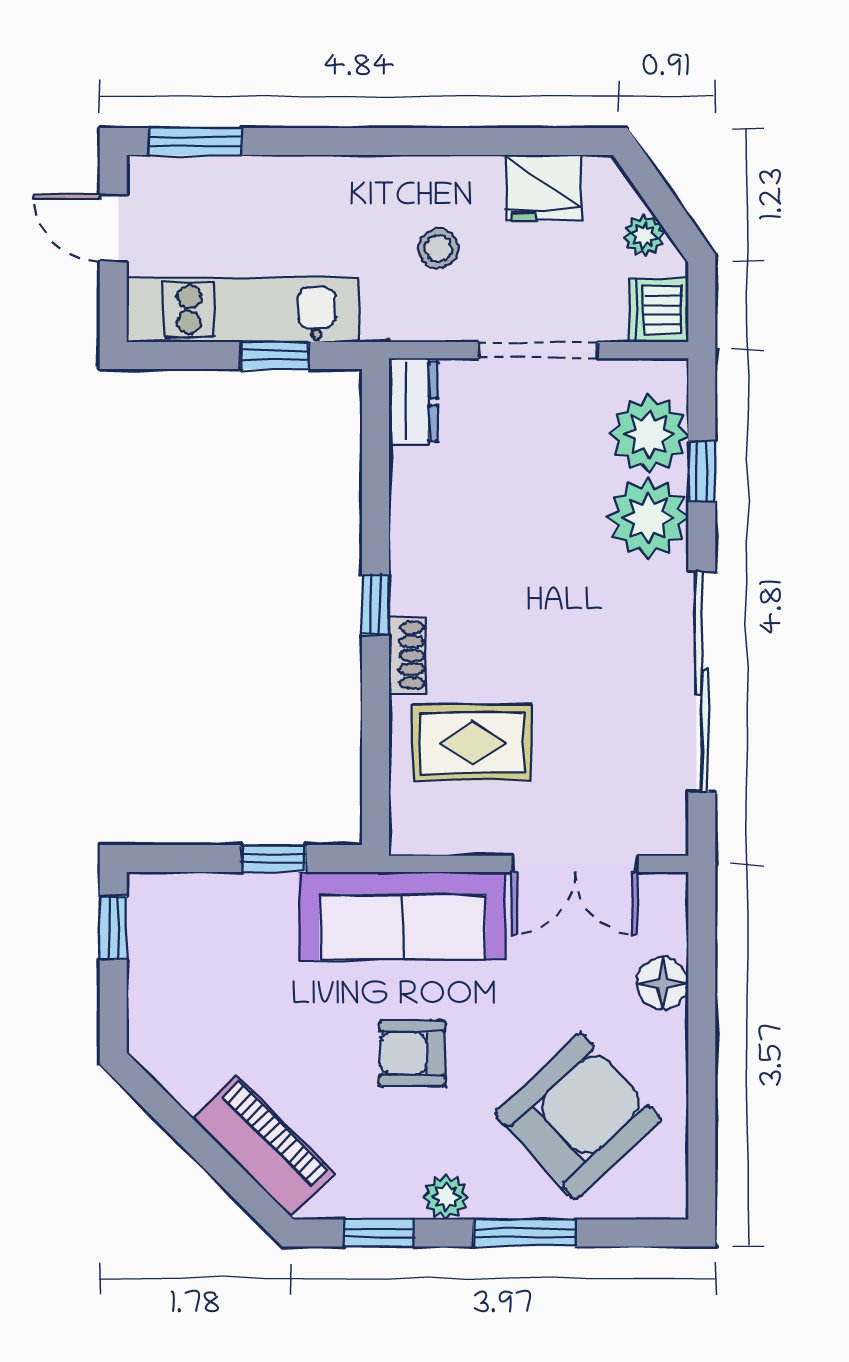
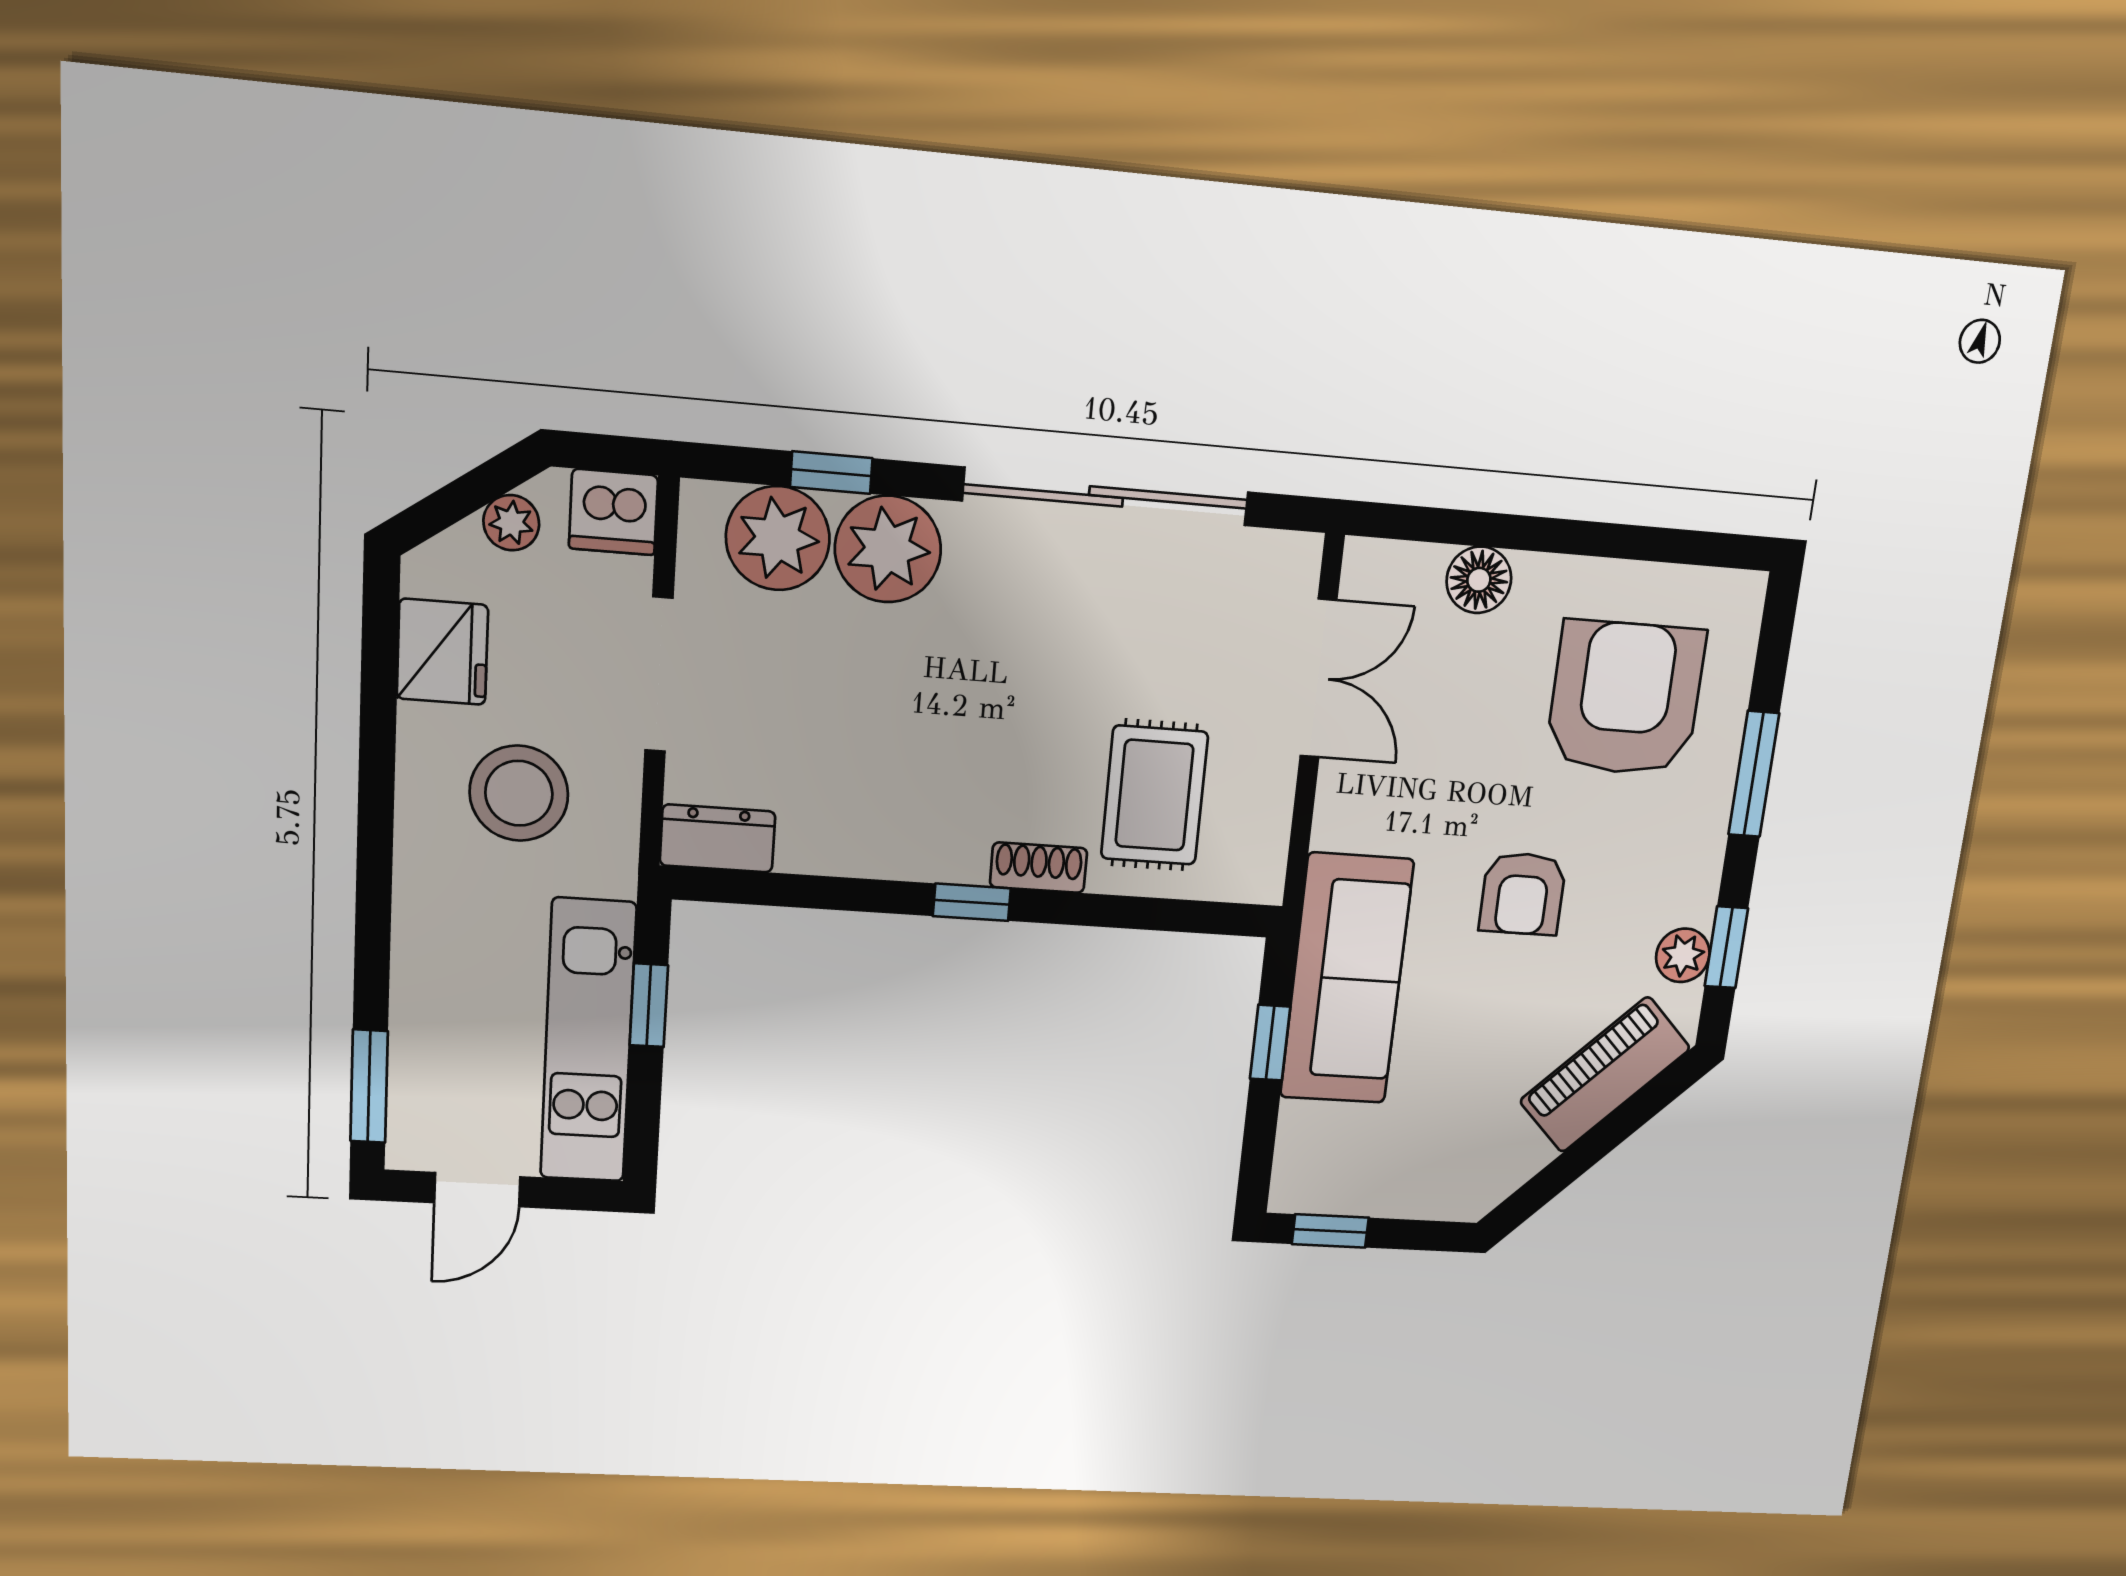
stool: (438, 248) -> (519, 793), width x1.89, depth x1.89
sofa: (402, 916) -> (1347, 979), moved
armchair: (578, 1116) -> (1625, 698), turned 43
plant: (446, 1197) -> (1683, 955), moved

